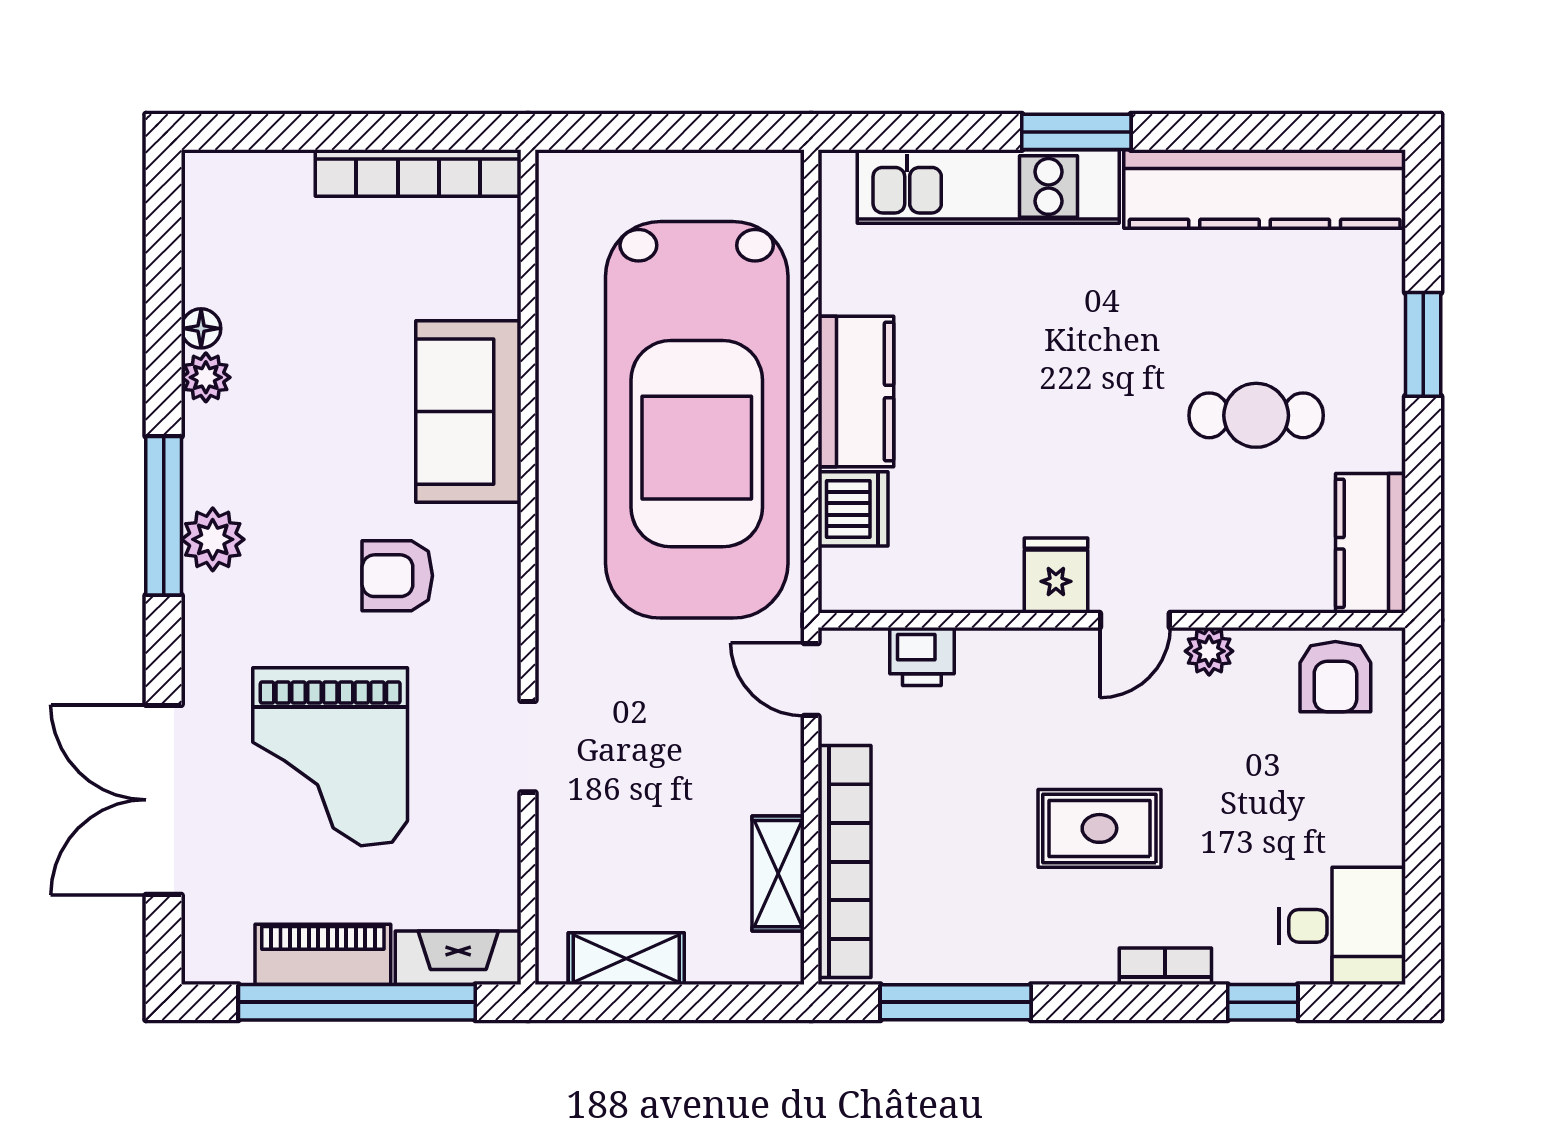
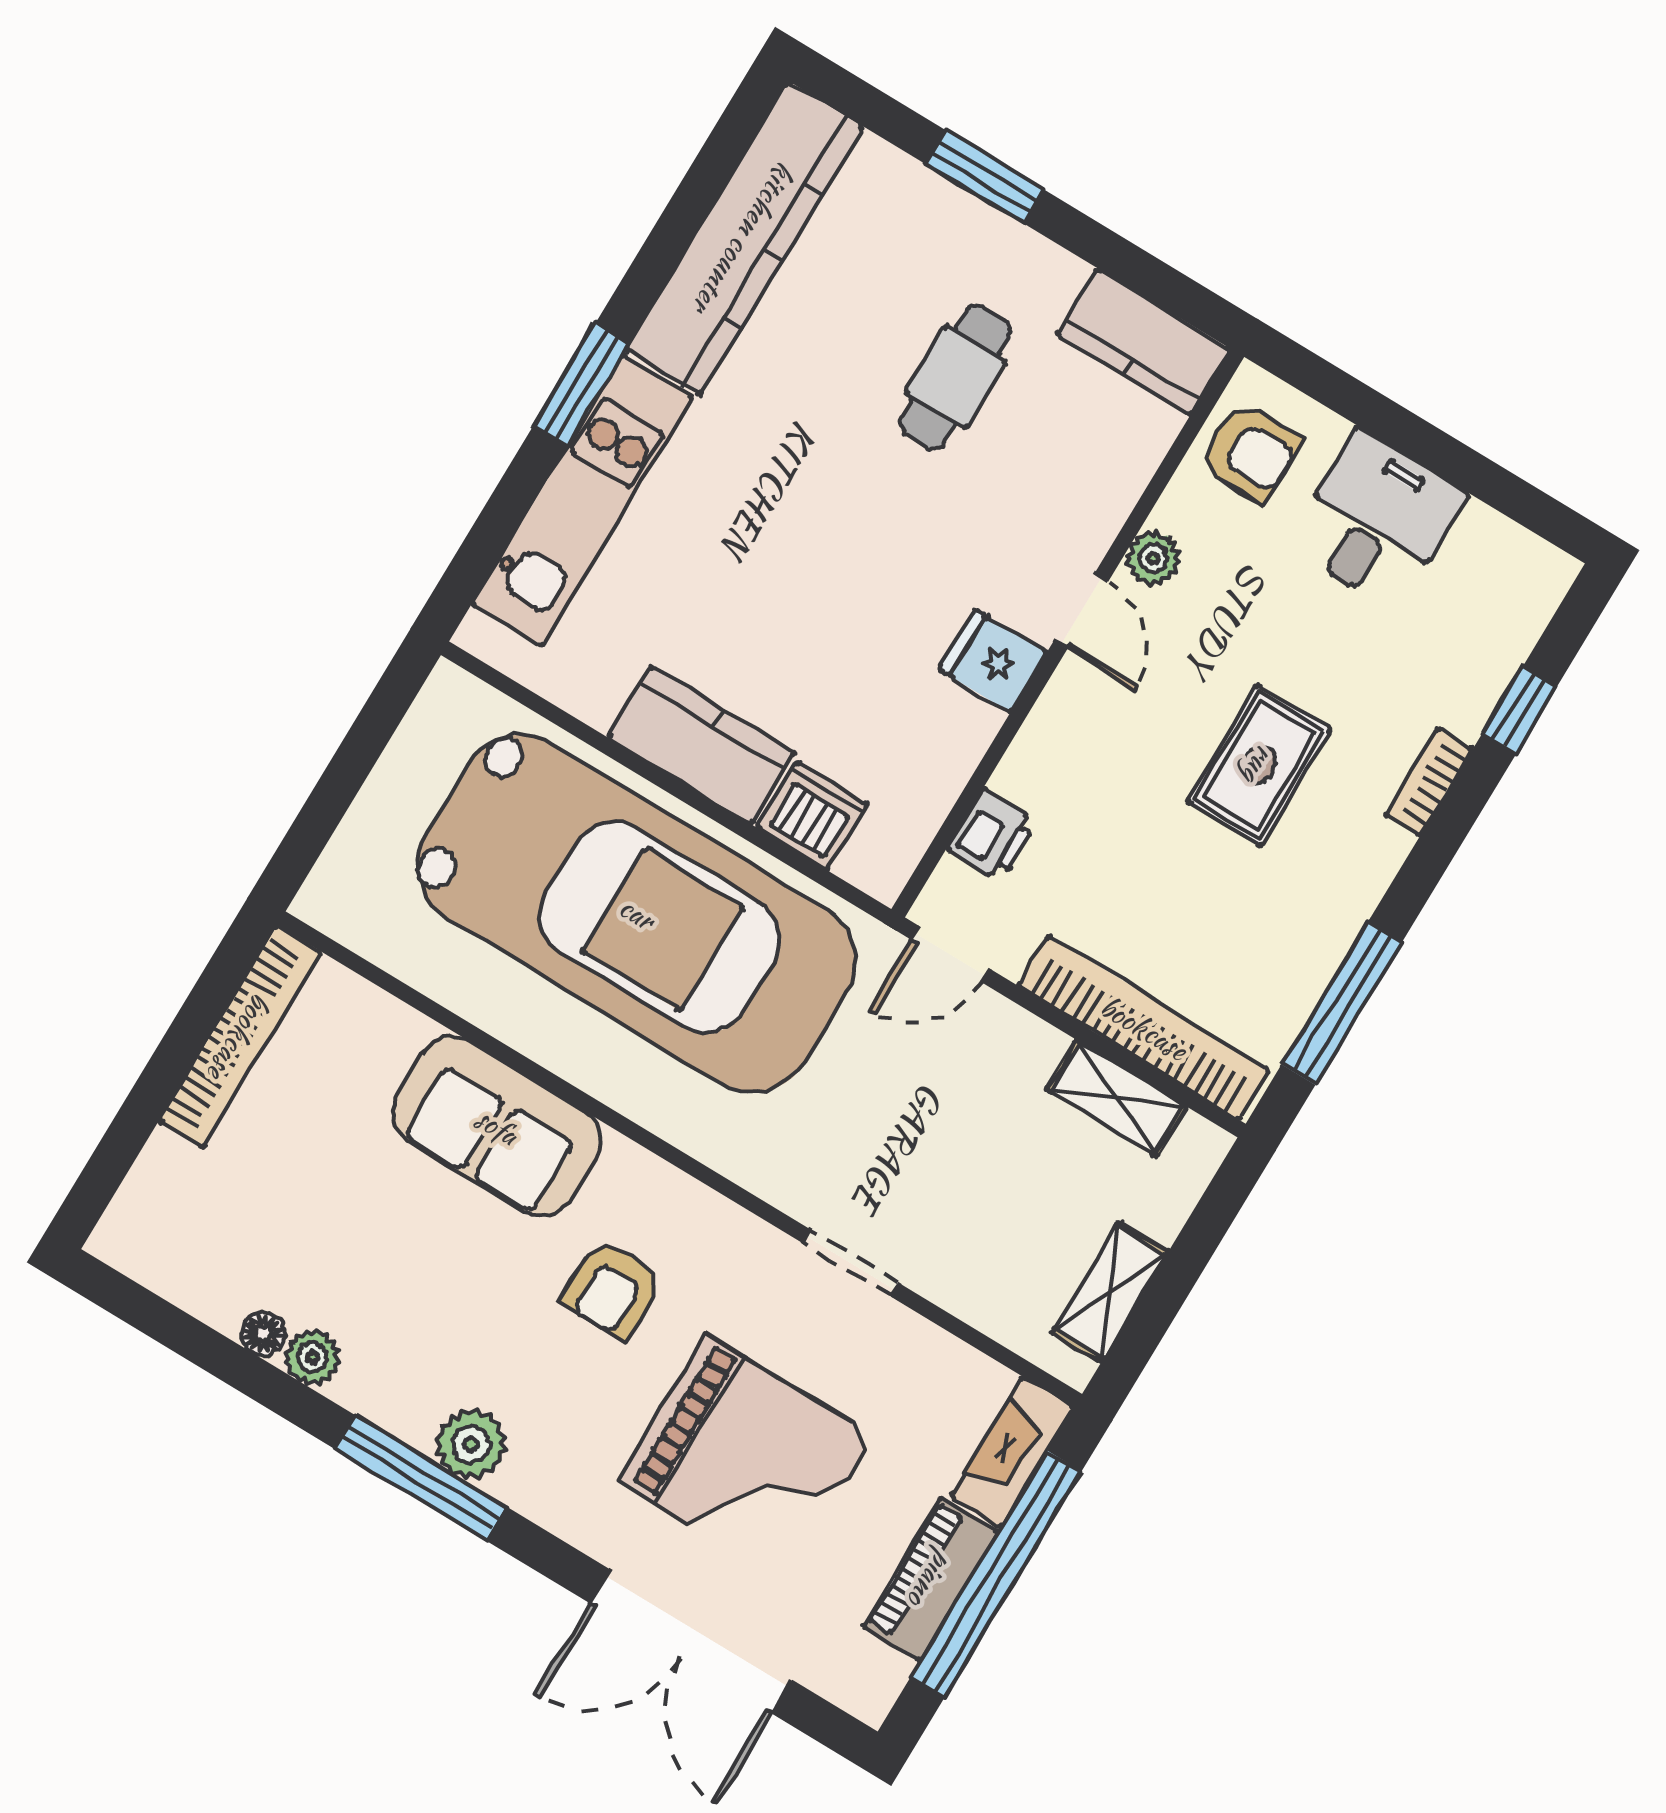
desk: (1342, 926) -> (1377, 520), moved

